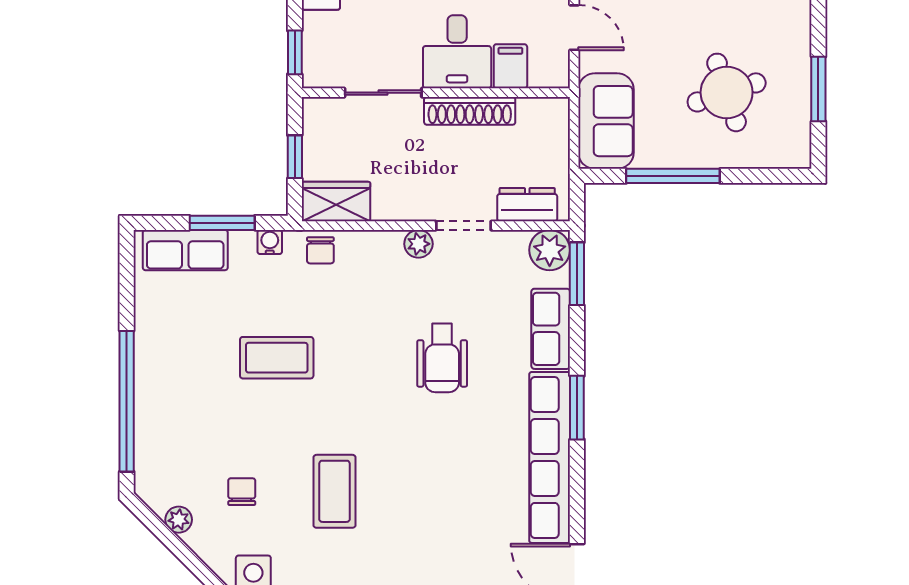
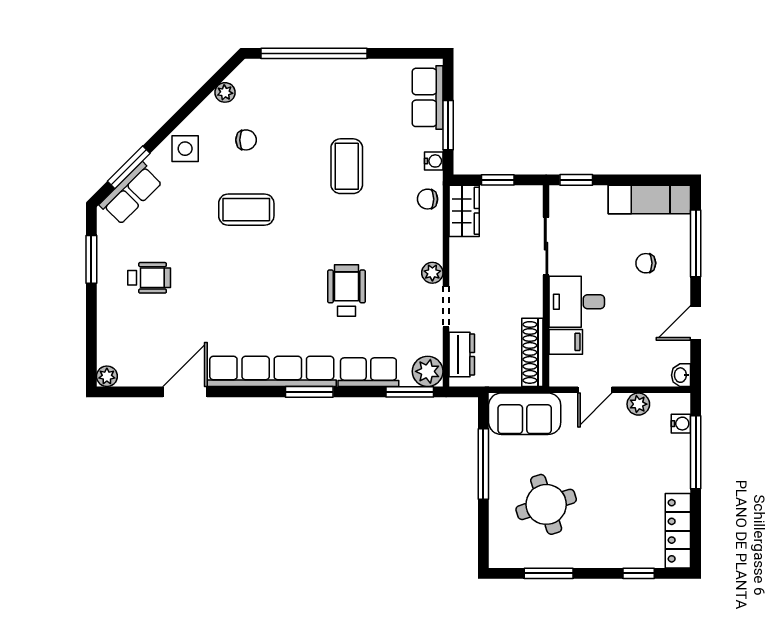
shoe rack: (470, 111) -> (532, 352), moved
wheelchair: (442, 358) -> (347, 291), turned 90

